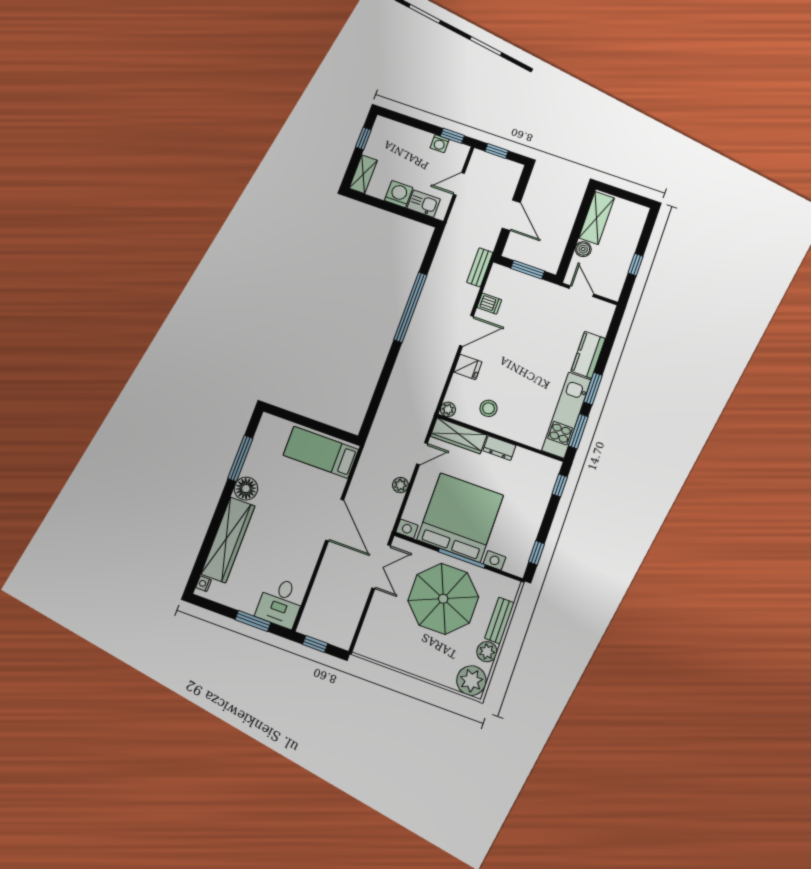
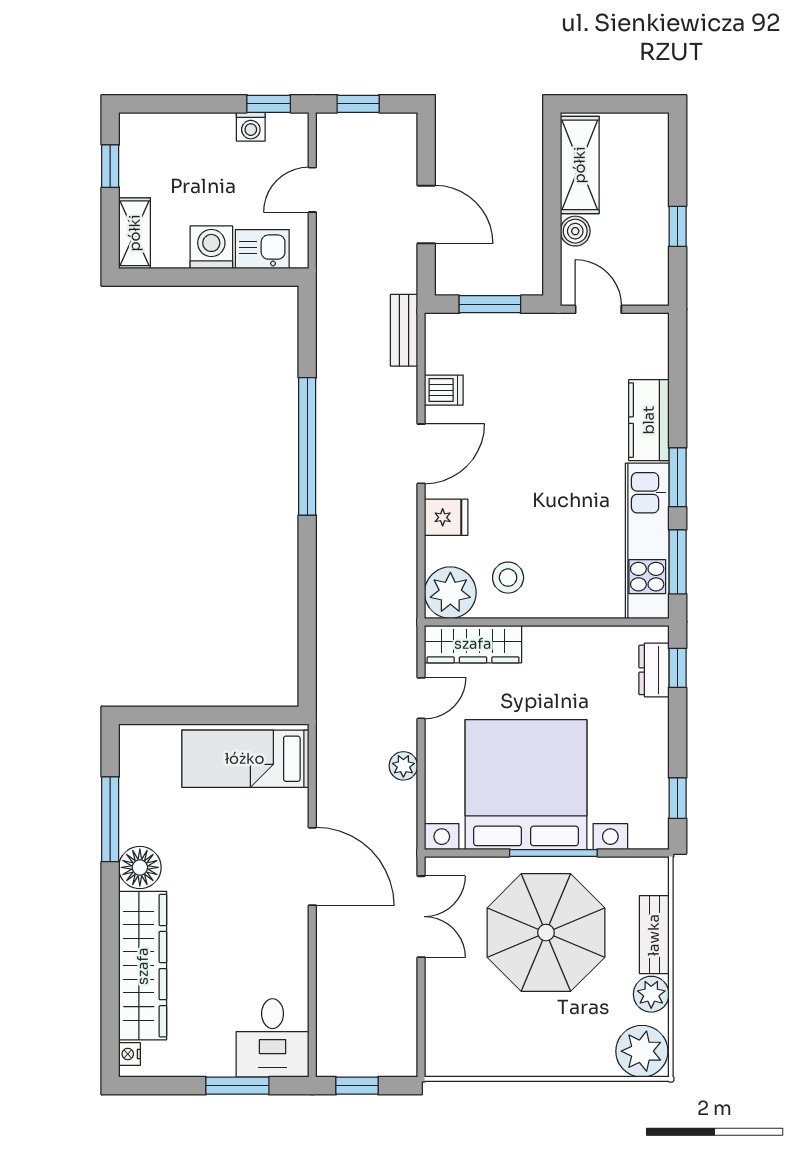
plant: (448, 409) -> (450, 593), width x1.88, depth x1.88
dresser: (499, 448) -> (654, 670), moved, turned 90

